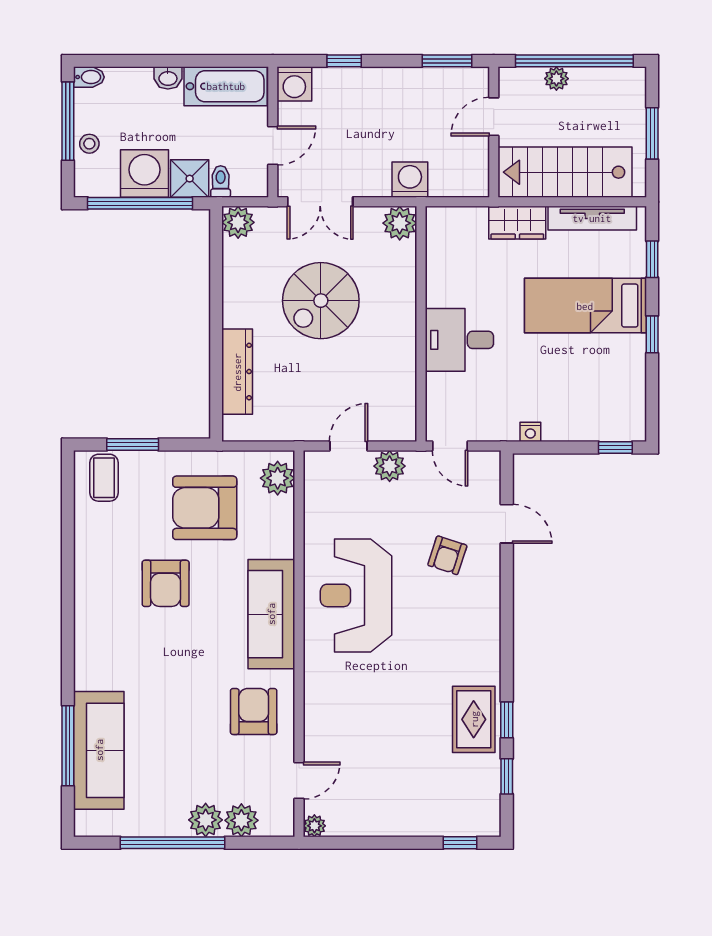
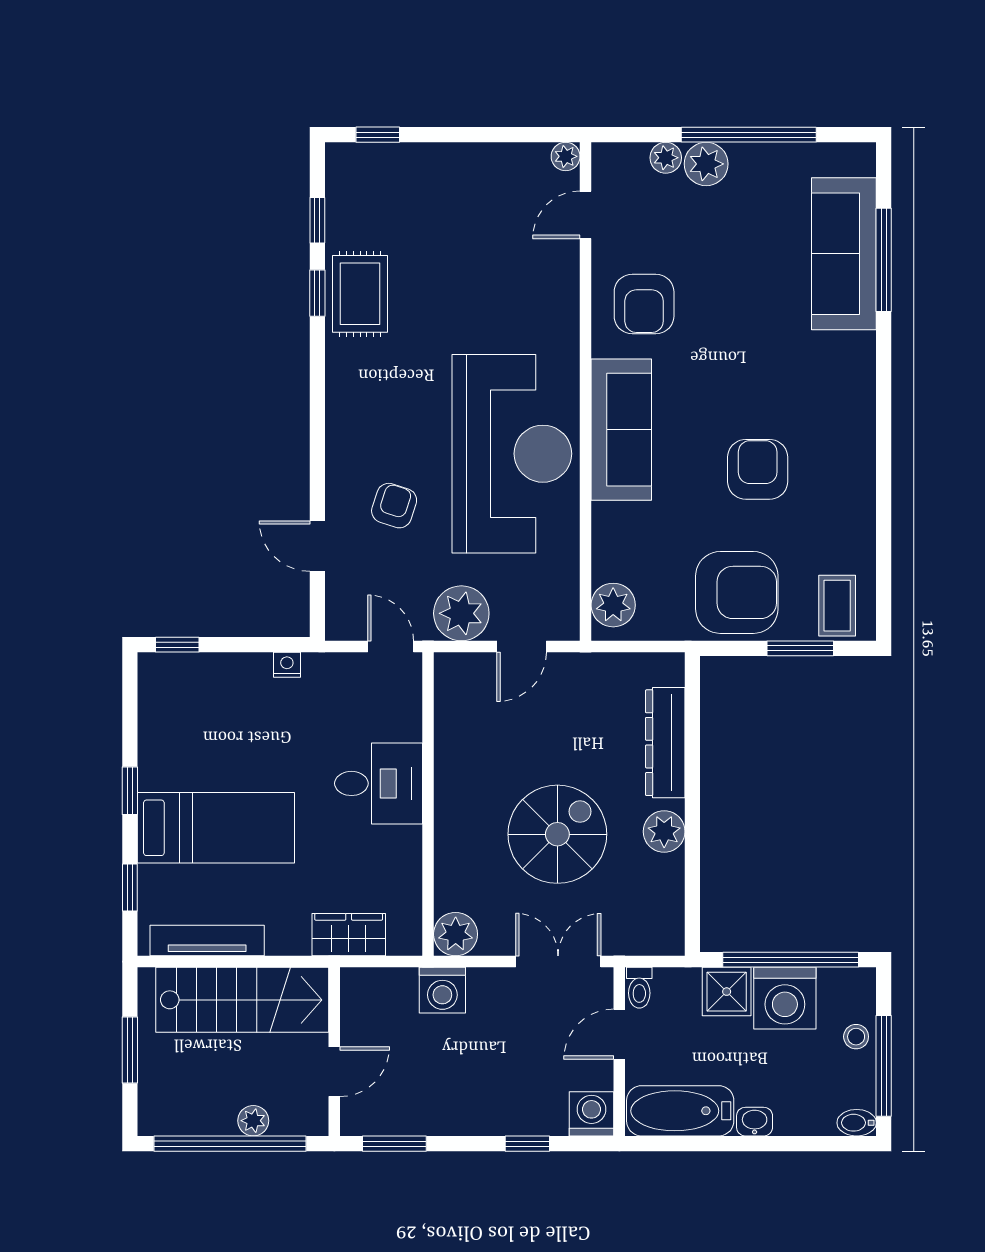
toilet: (221, 182) -> (639, 988), moved
plant: (238, 222) -> (664, 832), moved
wardrobe: (517, 223) -> (349, 935), moved
plant: (390, 466) -> (461, 613), width x1.36, depth x1.36
armchair: (205, 508) -> (737, 592), moved
reception desk: (356, 595) -> (512, 454), width x1.36, depth x1.30
plant: (241, 820) -> (666, 158), width x0.73, depth x0.73

